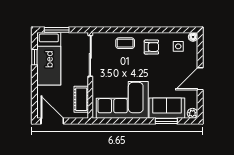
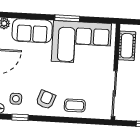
window: (174, 30) -> (20, 117), added
armchair: (151, 47) -> (46, 100), turned 110
window: (166, 121) -> (67, 18), moved

